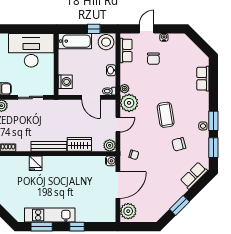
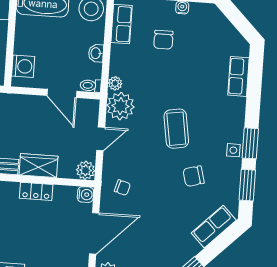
locker: (79, 161) -> (36, 191), added

